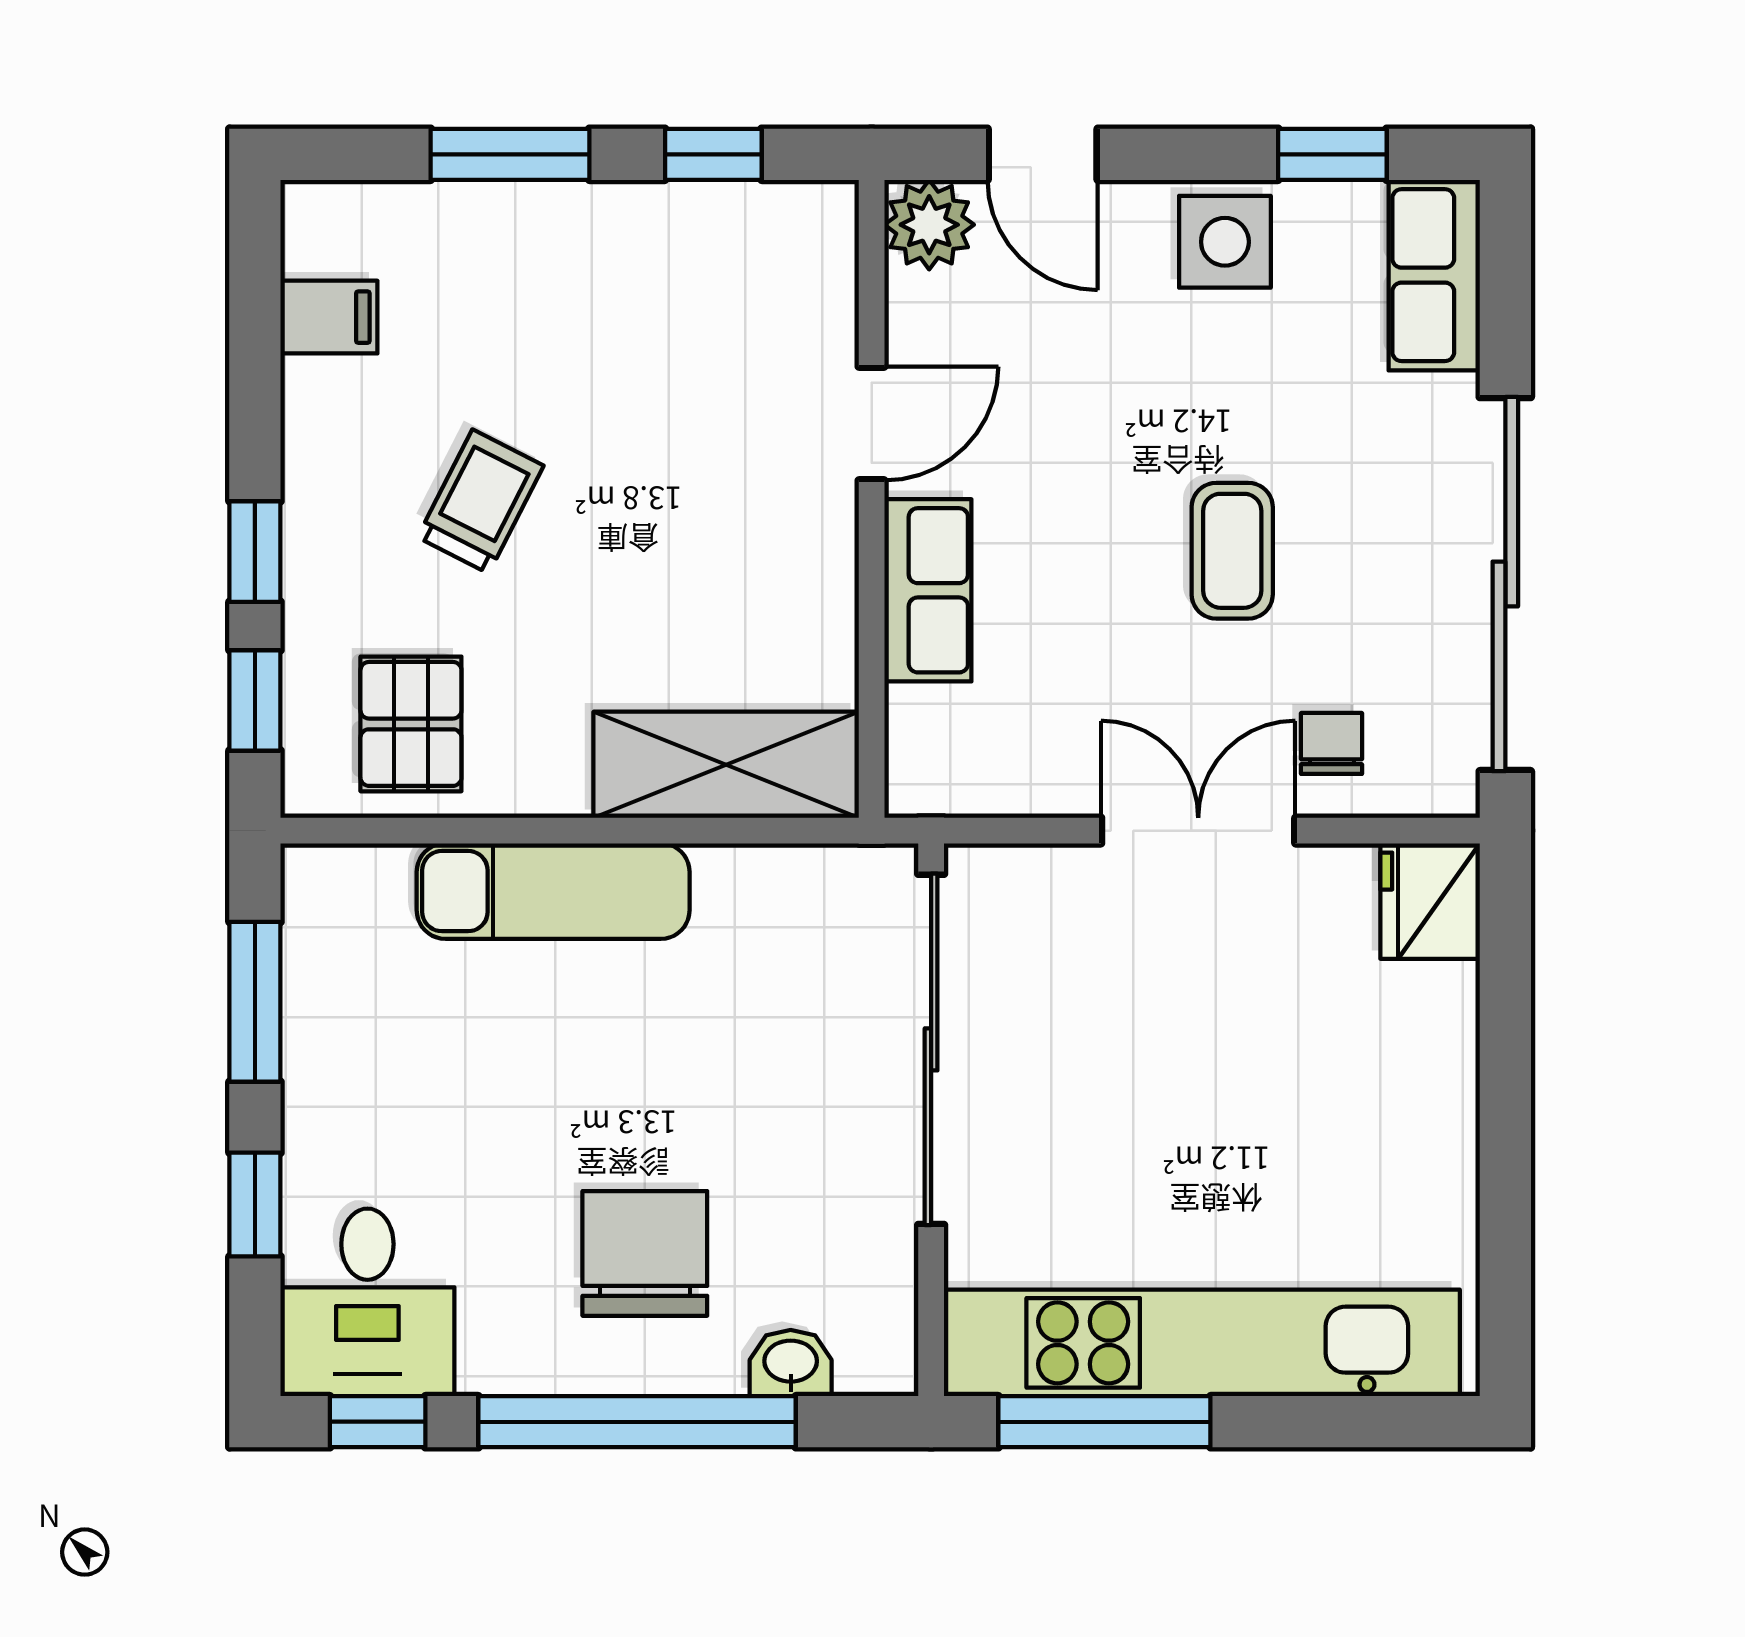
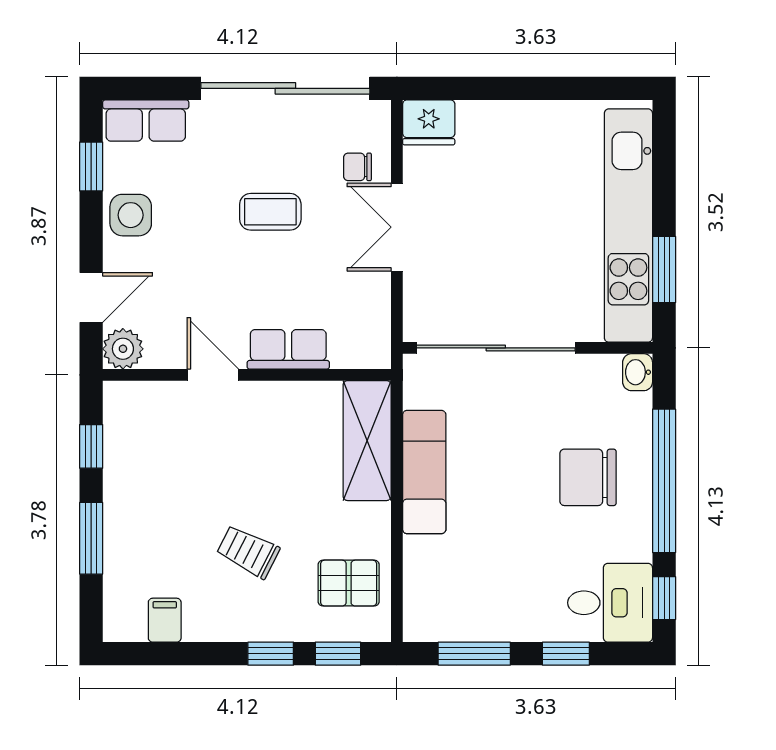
exam couch: (553, 891) -> (424, 472), moved
washbasin: (791, 1363) -> (638, 372), moved
window: (1104, 1422) -> (664, 270), width x0.69

